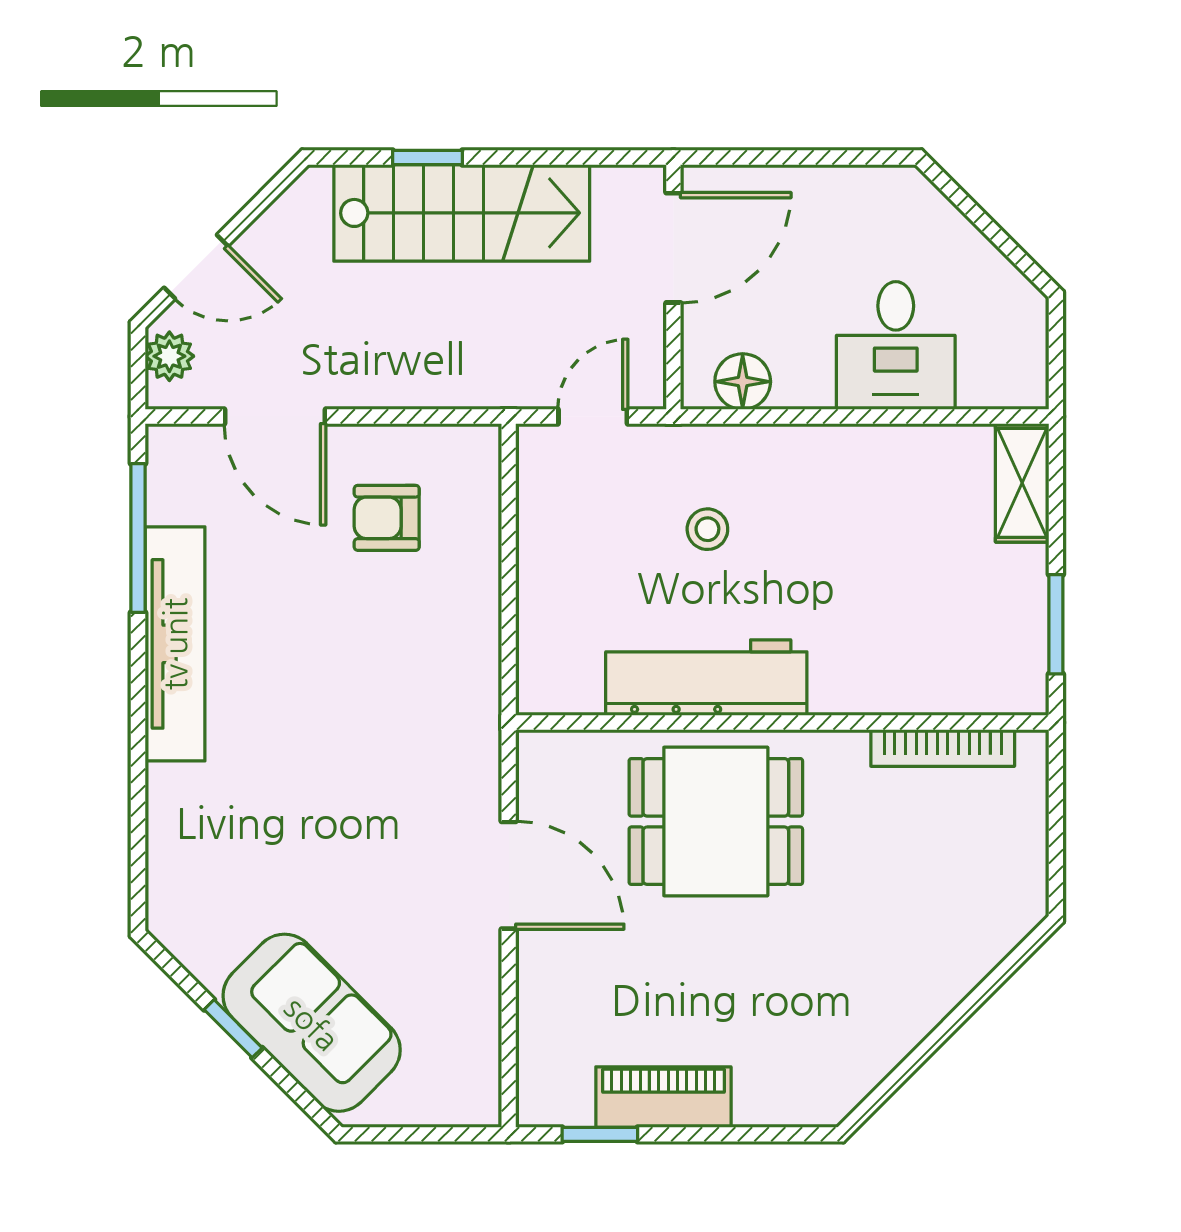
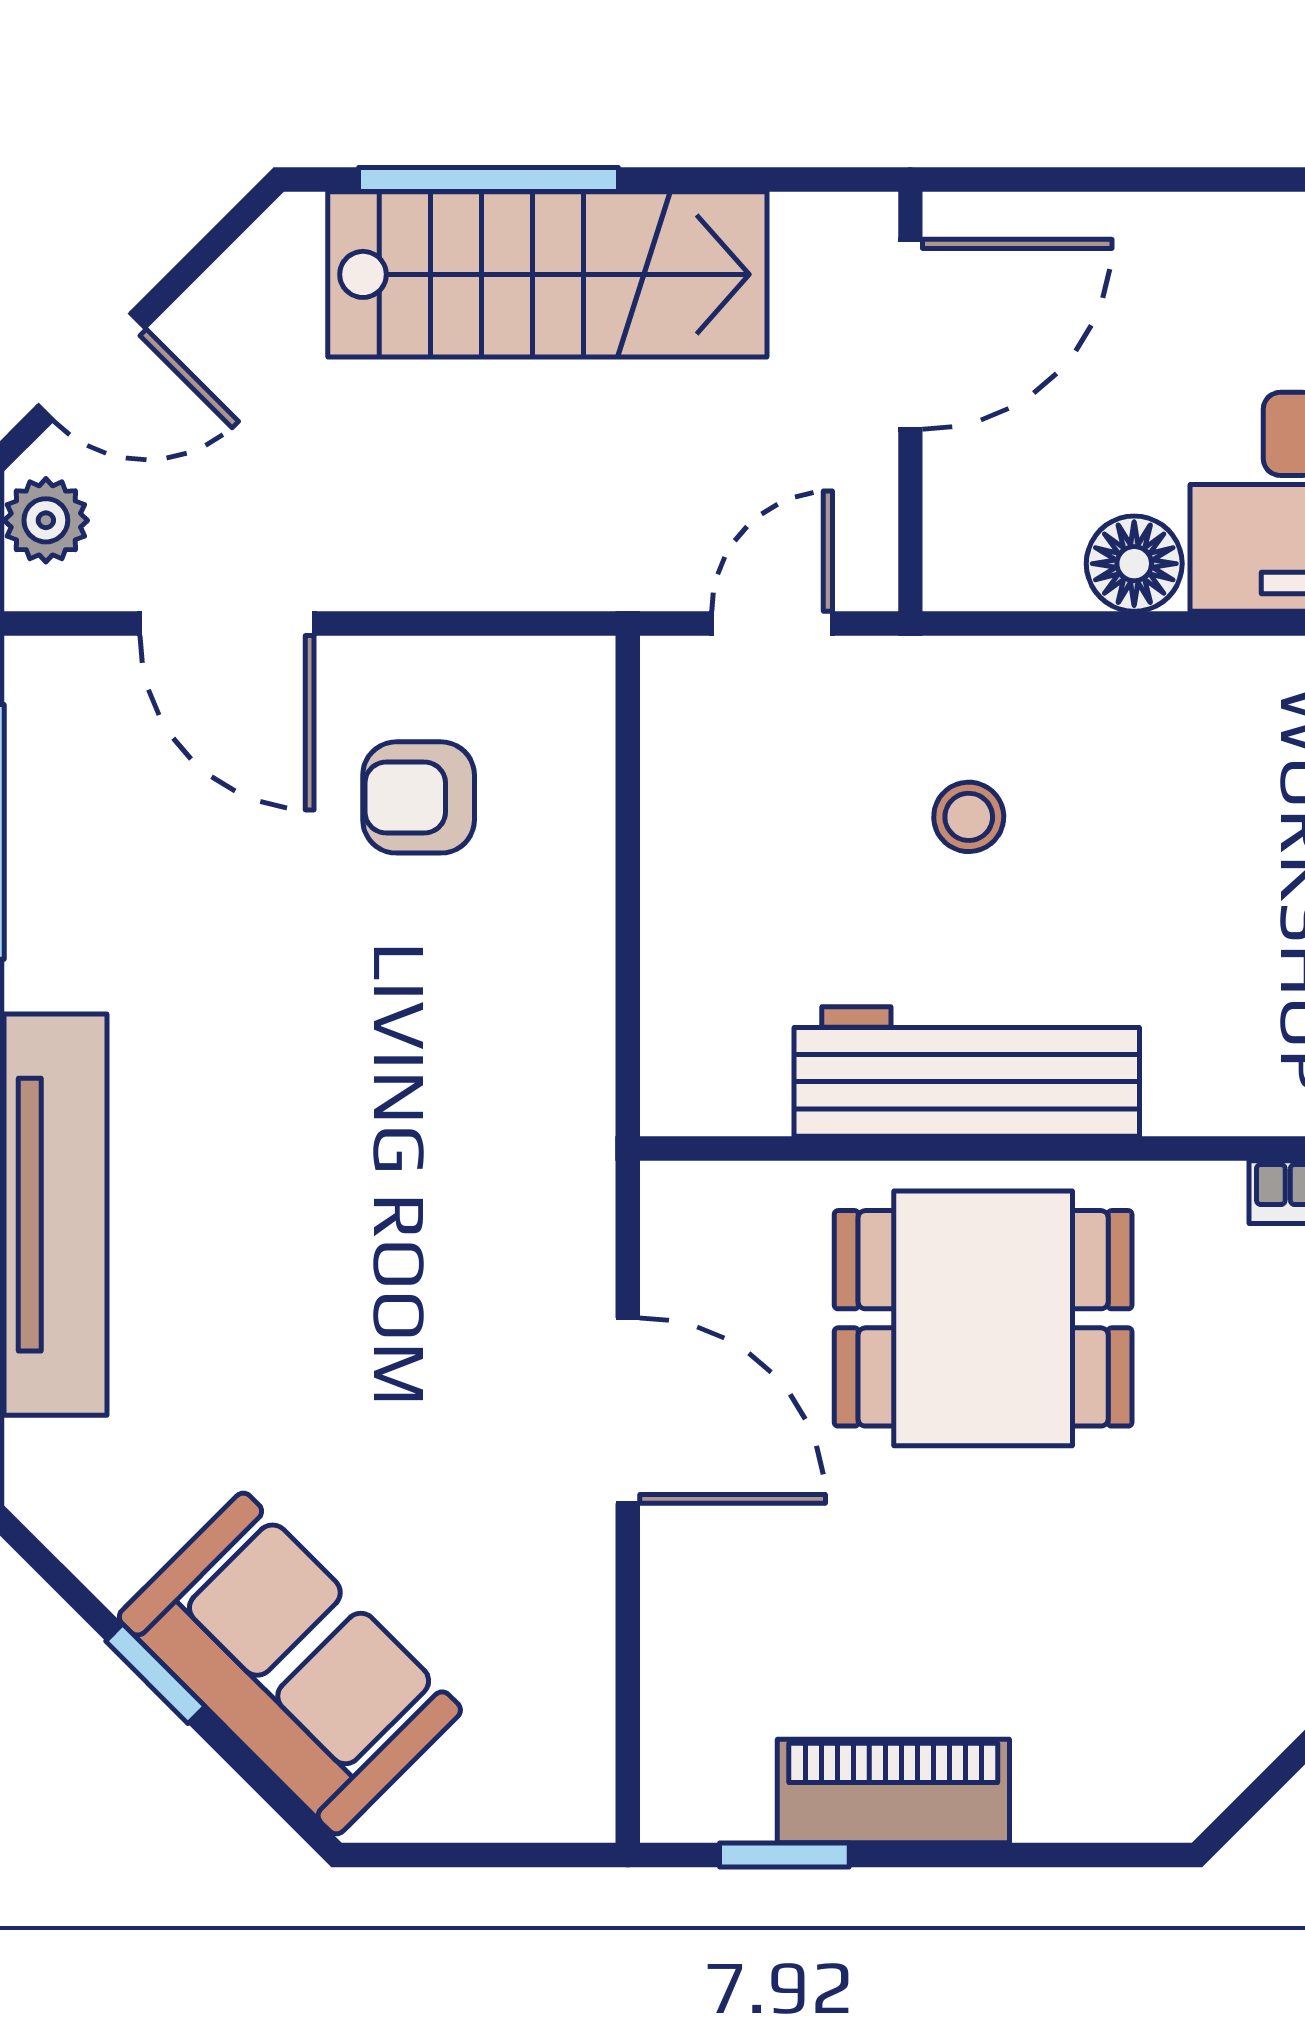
window: (427, 158) -> (489, 179), width x2.17
floor lamp: (743, 382) -> (1134, 564), moved
tv unit: (175, 644) -> (55, 1215), moved

